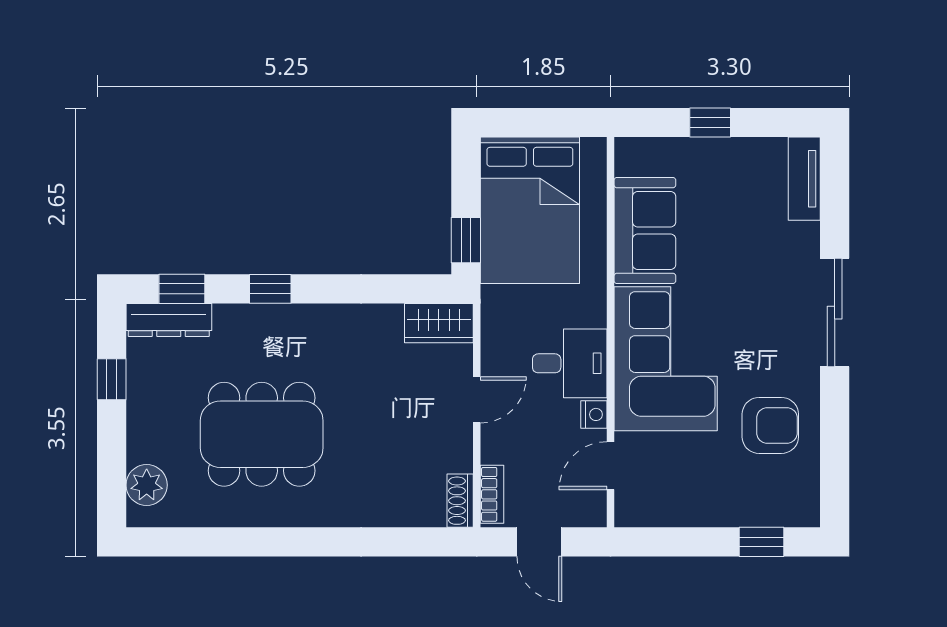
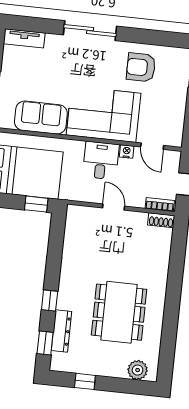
dresser: (169, 320) -> (62, 331), moved
wardrobe: (439, 323) -> (75, 221), removed
armchair: (770, 425) -> (141, 67), turned -90

